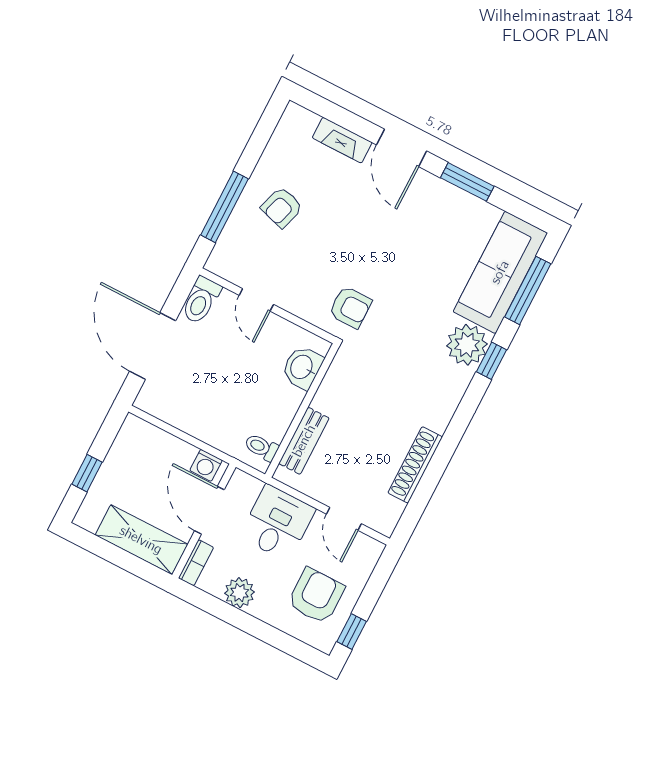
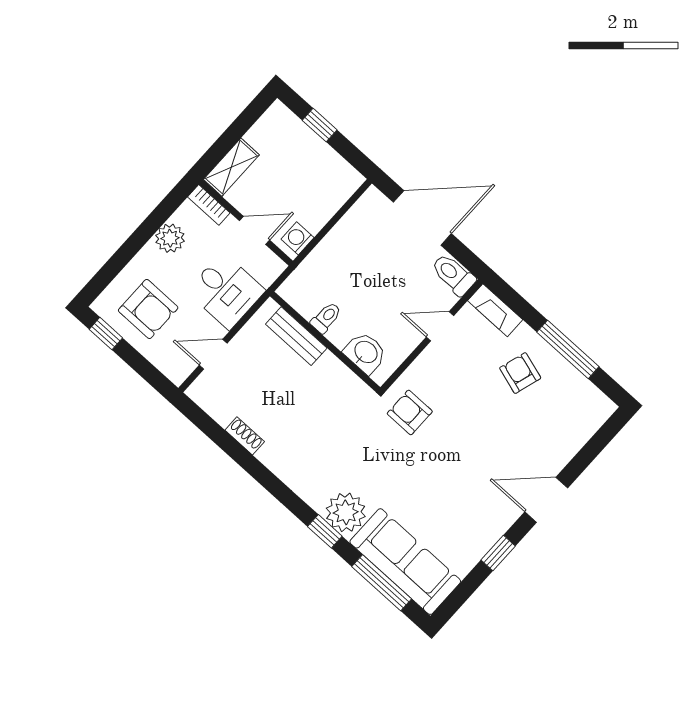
fireplace: (342, 140) -> (495, 310), moved, turned -90
window: (467, 182) -> (498, 553), width x0.67
window: (224, 207) -> (568, 349), moved
armchair: (350, 307) -> (410, 412), turned 90
toilet: (261, 447) -> (326, 318), moved
shoe rack: (415, 465) -> (245, 436), width x0.51, depth x0.81
door: (209, 510) -> (255, 230), width x0.73
shelving: (141, 540) -> (231, 167), width x0.67, depth x0.75

